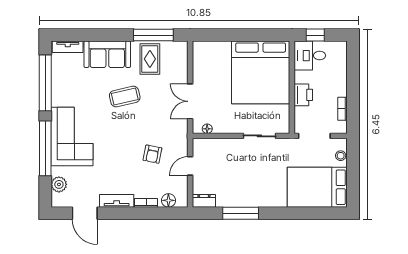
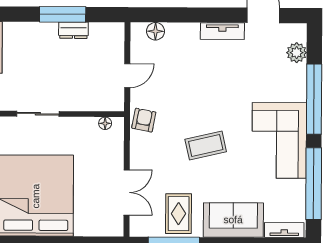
coffee table: (125, 97) -> (206, 145), moved
double door: (190, 101) -> (127, 192), moved
corner sofa: (72, 136) -> (279, 140), moved
armchair: (152, 154) -> (144, 120), moved
dresser: (204, 201) -> (73, 30), moved
bookcase: (146, 203) -> (184, 28), removed

